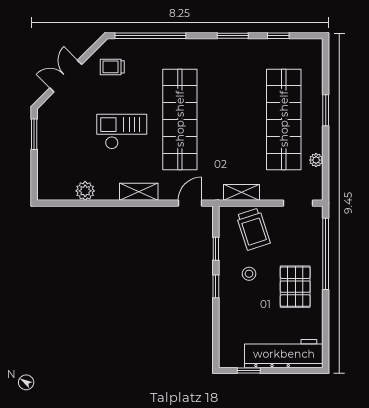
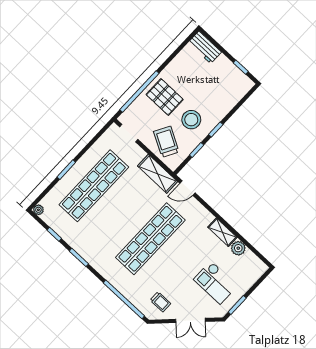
checkout: (122, 132) -> (216, 282), moved
plant: (316, 160) -> (38, 210), moved
shelving: (139, 192) -> (222, 232), moved
shelving: (241, 192) -> (157, 174), width x1.50, depth x1.33
trolley: (253, 229) -> (166, 142), turned -43
stool: (249, 274) -> (191, 120), width x1.89, depth x1.89
pallet: (295, 287) -> (165, 97), moved, turned 90
workbench: (284, 354) -> (205, 47), width x0.53, depth x0.76

